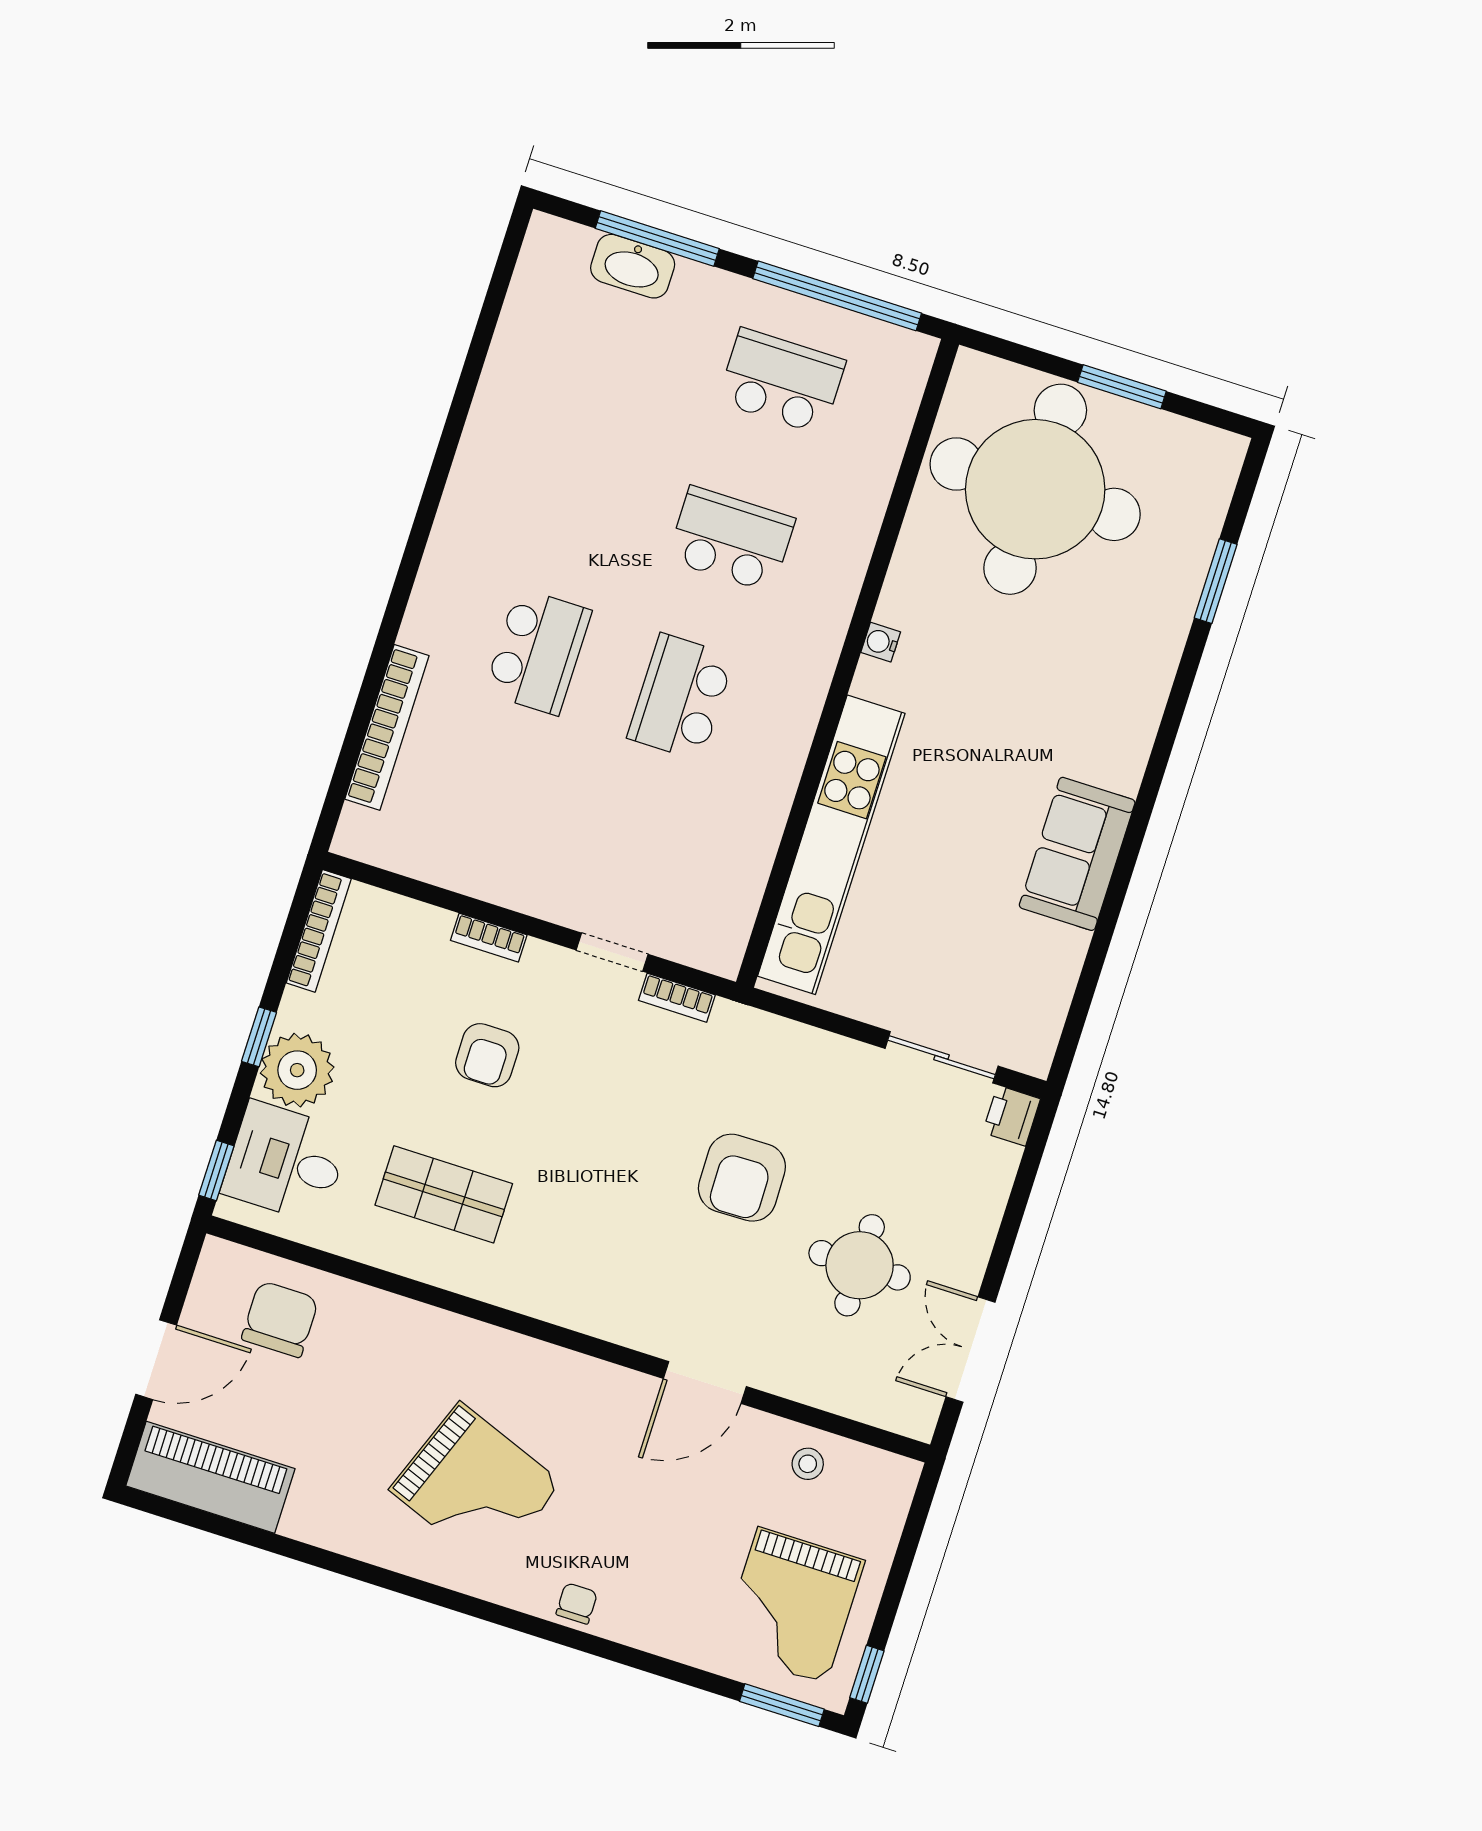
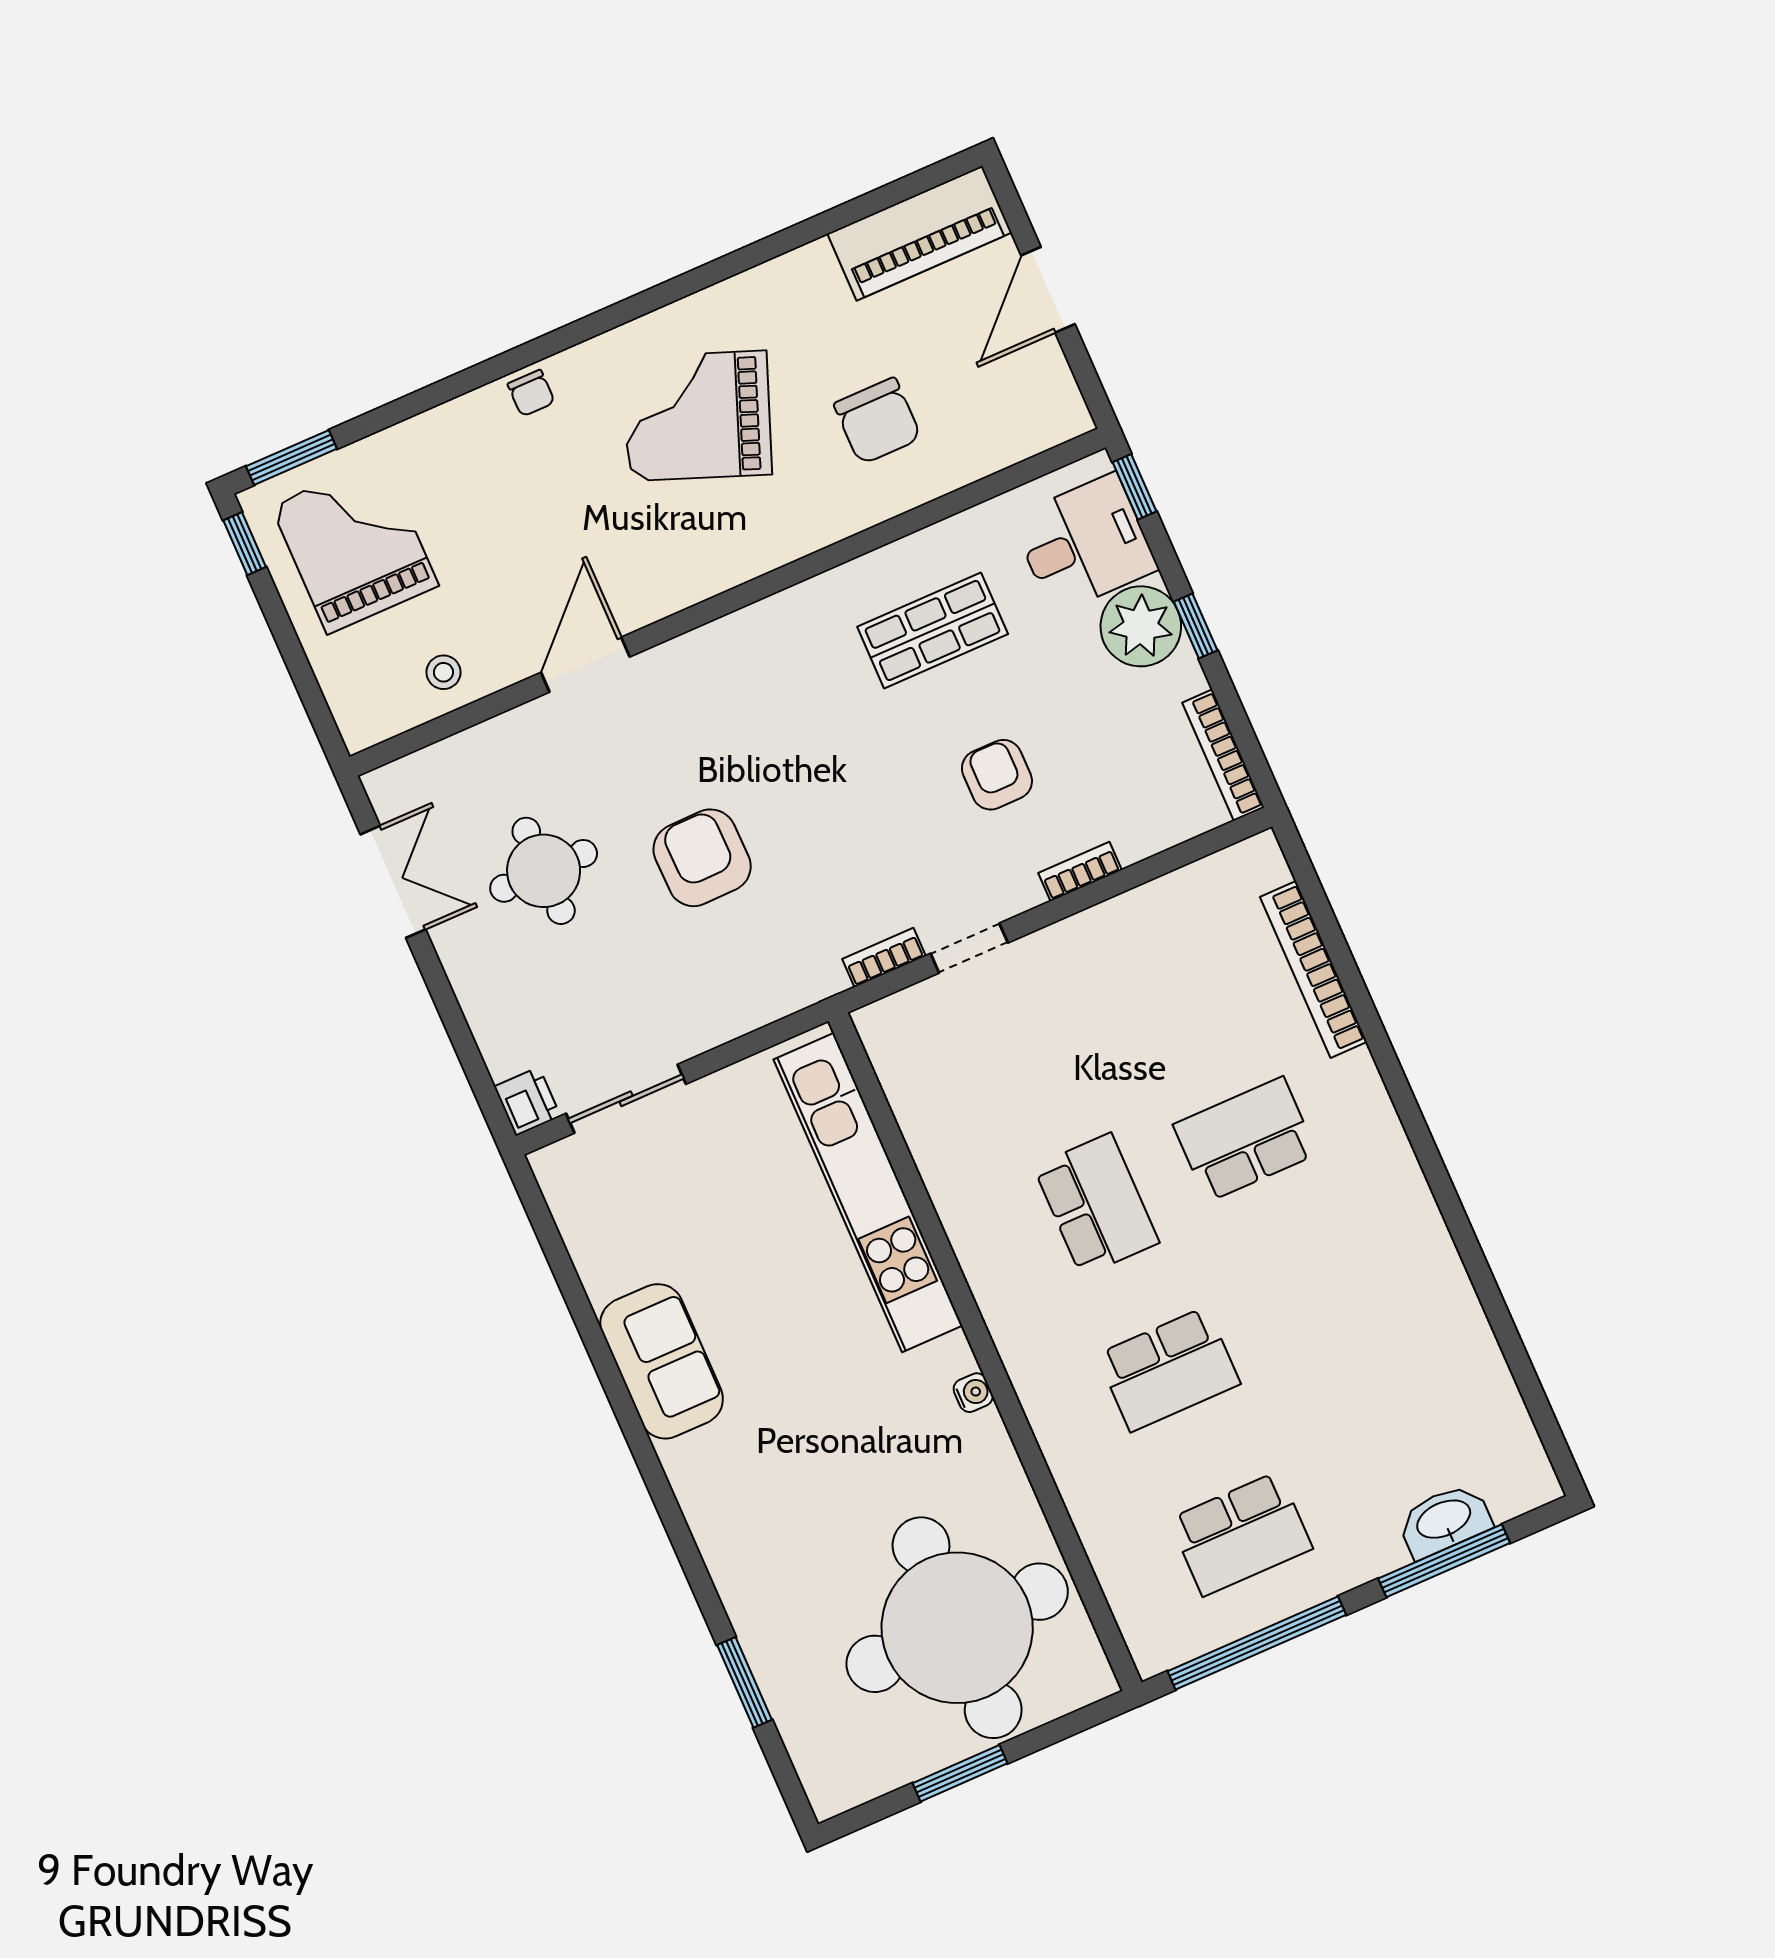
school desk: (538, 651) -> (1245, 1139), turned 90
chair: (280, 1319) -> (878, 421), moved

